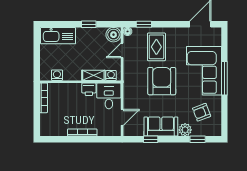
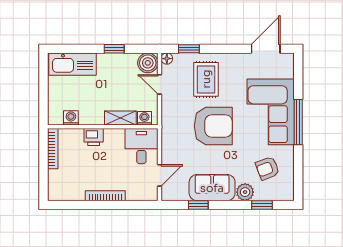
door: (122, 50) -> (159, 84), hinge flipped
armchair: (162, 81) -> (213, 126), turned 90
printer: (89, 89) -> (94, 137), moved

